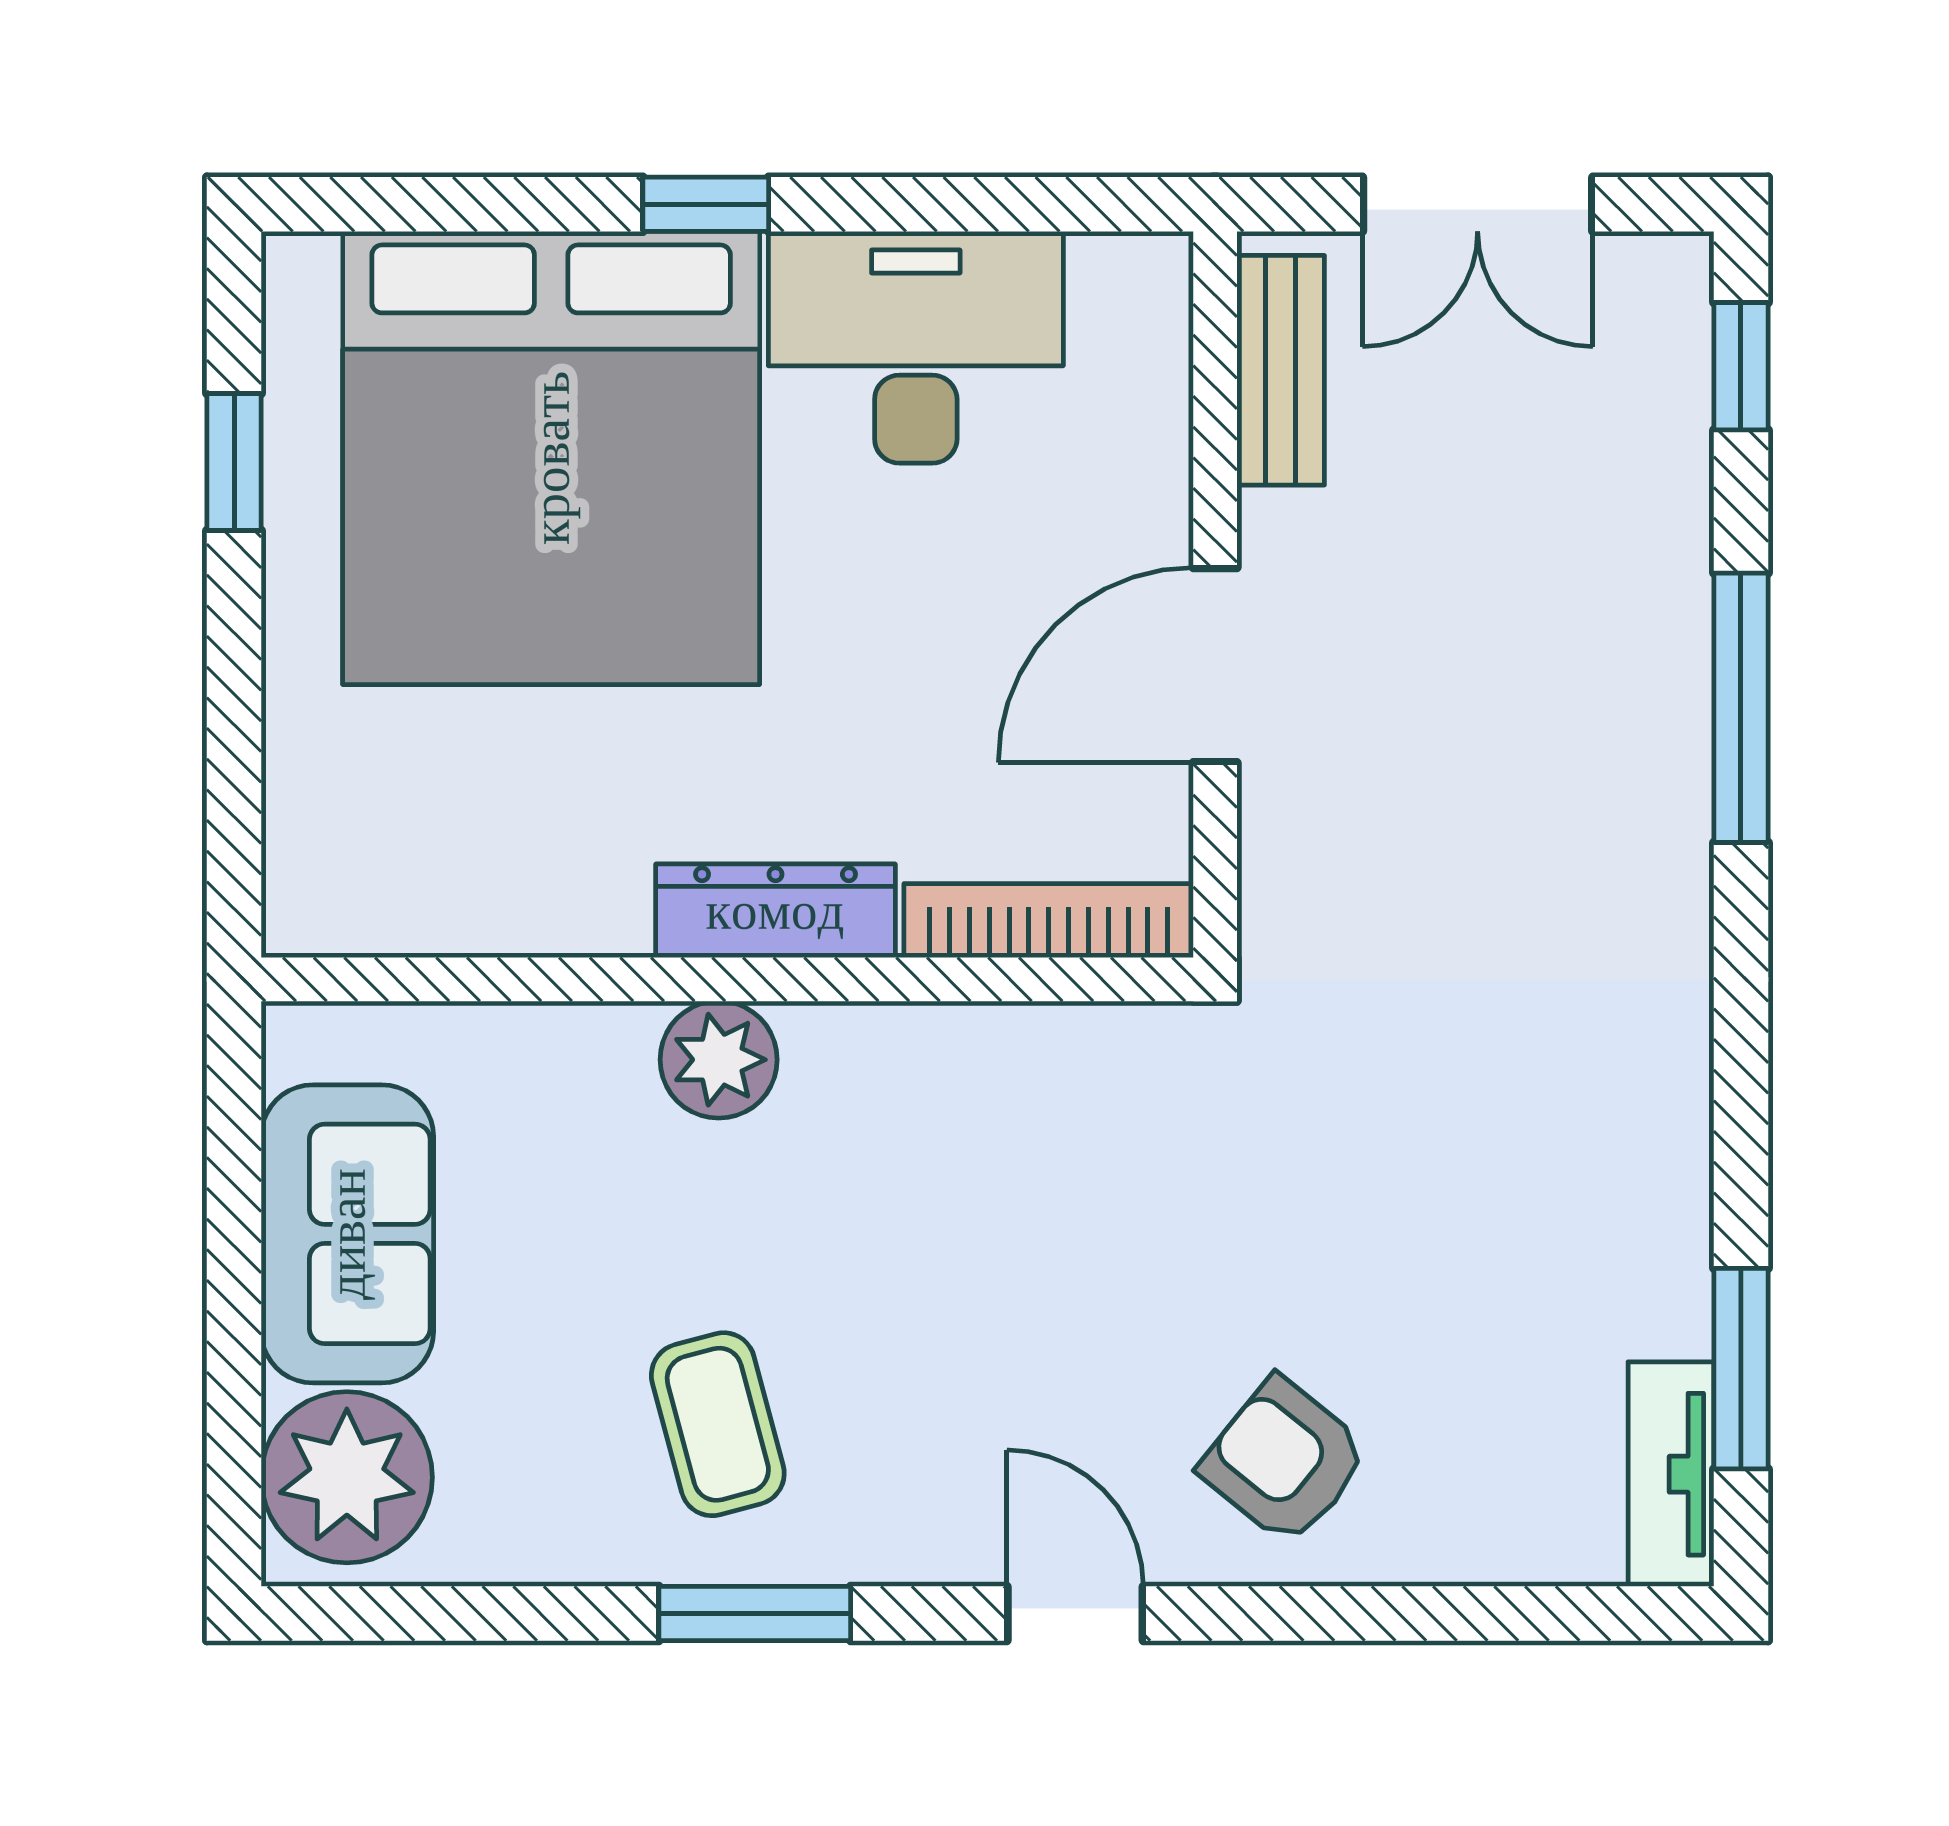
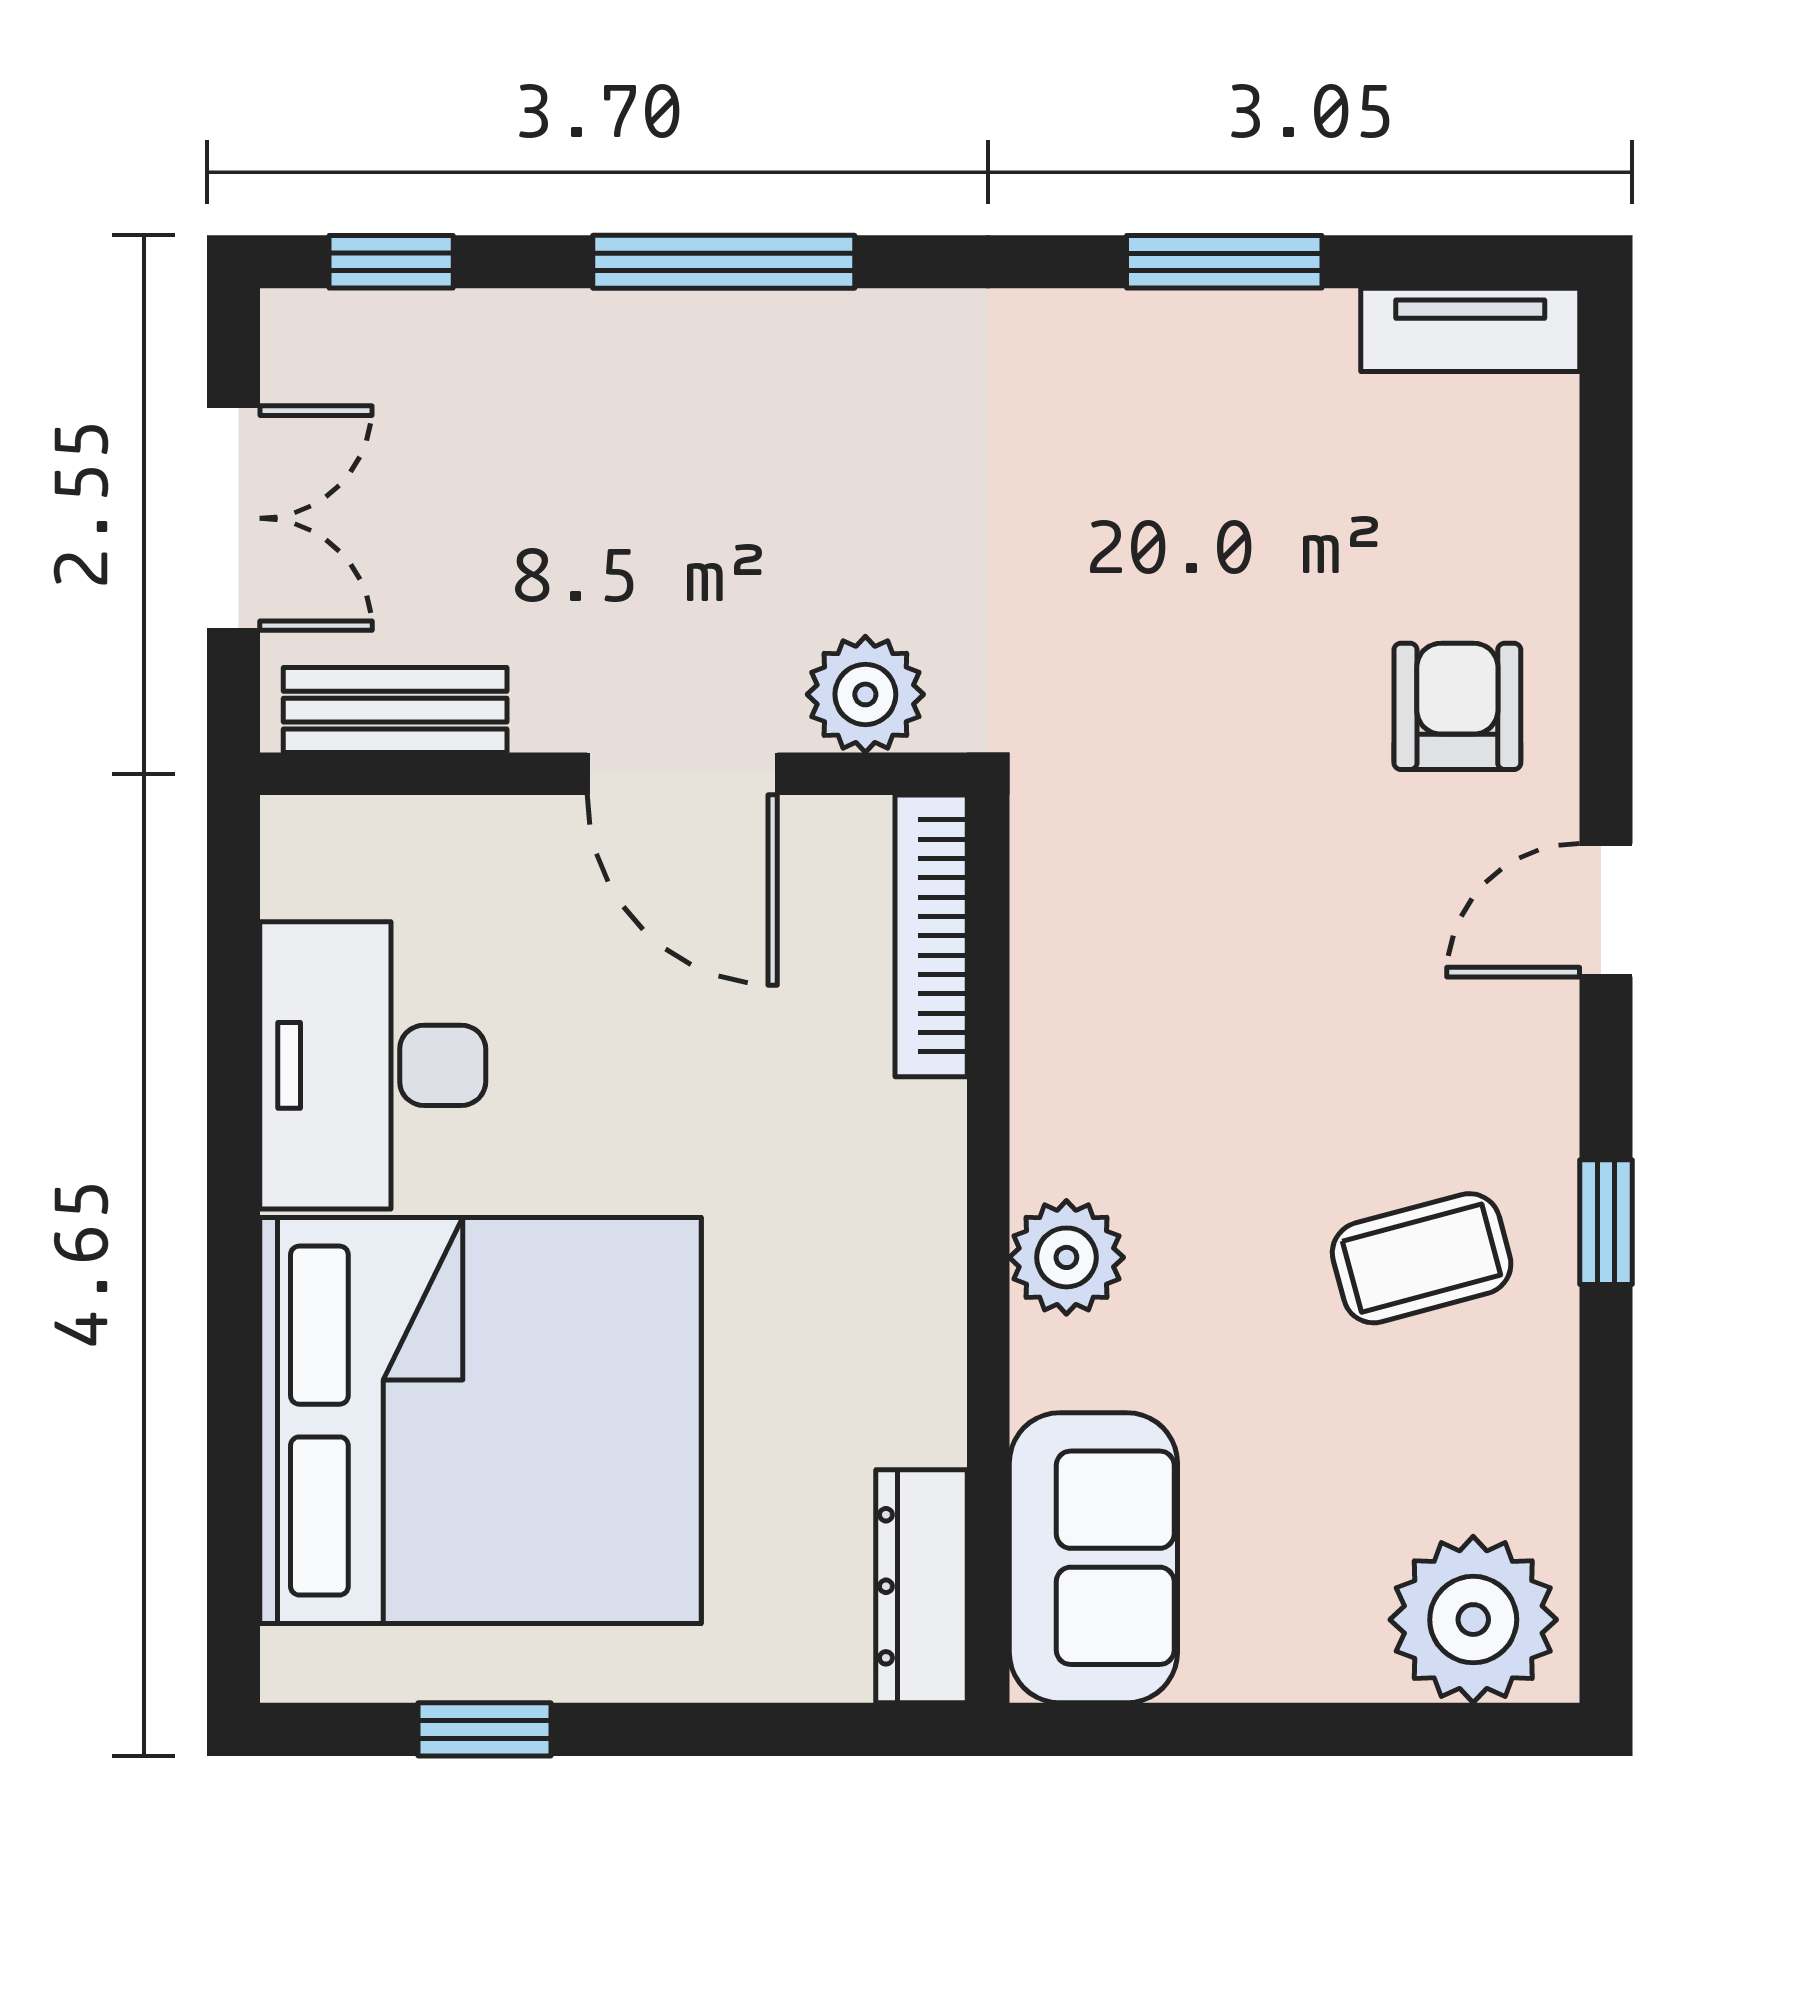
window: (706, 204) -> (233, 1270), removed
plant: (1297, 853) -> (865, 694), added
dresser: (775, 911) -> (922, 1586), moved
sofa: (347, 1234) -> (1093, 1558), moved, turned 90
window: (1741, 1369) -> (1224, 262), moved
armchair: (1284, 1461) -> (1457, 706), turned 141
window: (755, 1614) -> (1606, 1222), width x0.67

